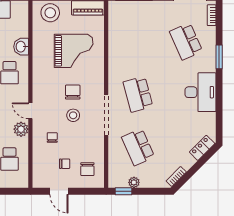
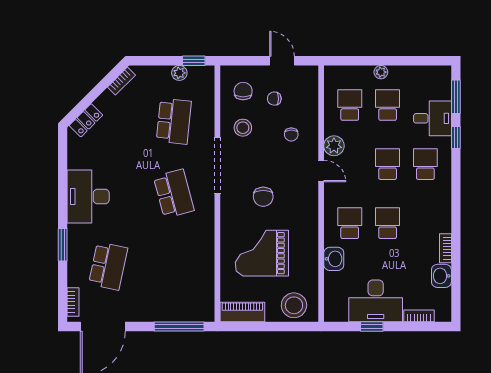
school desk: (186, 41) -> (108, 266), turned 36
stool: (73, 115) -> (243, 128), moved
school desk: (138, 147) -> (174, 121), turned 30

